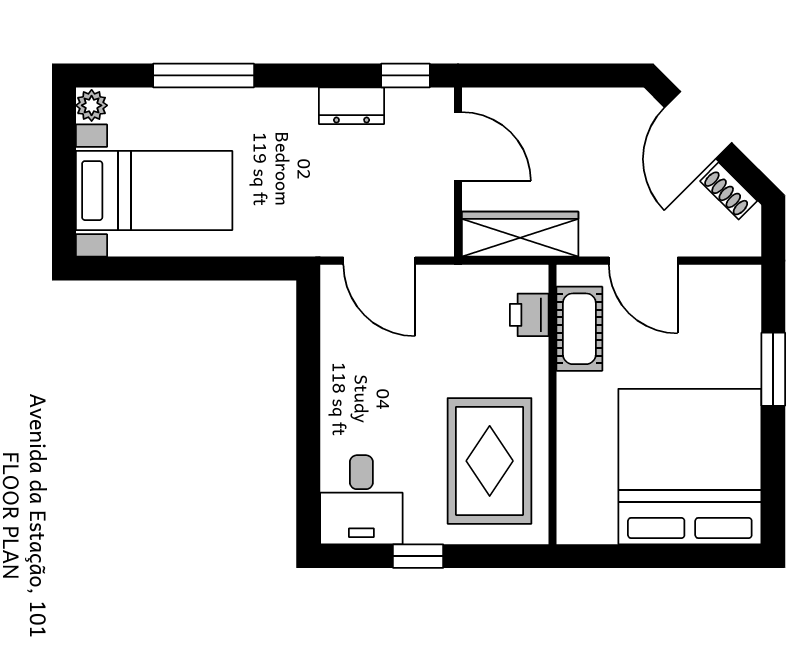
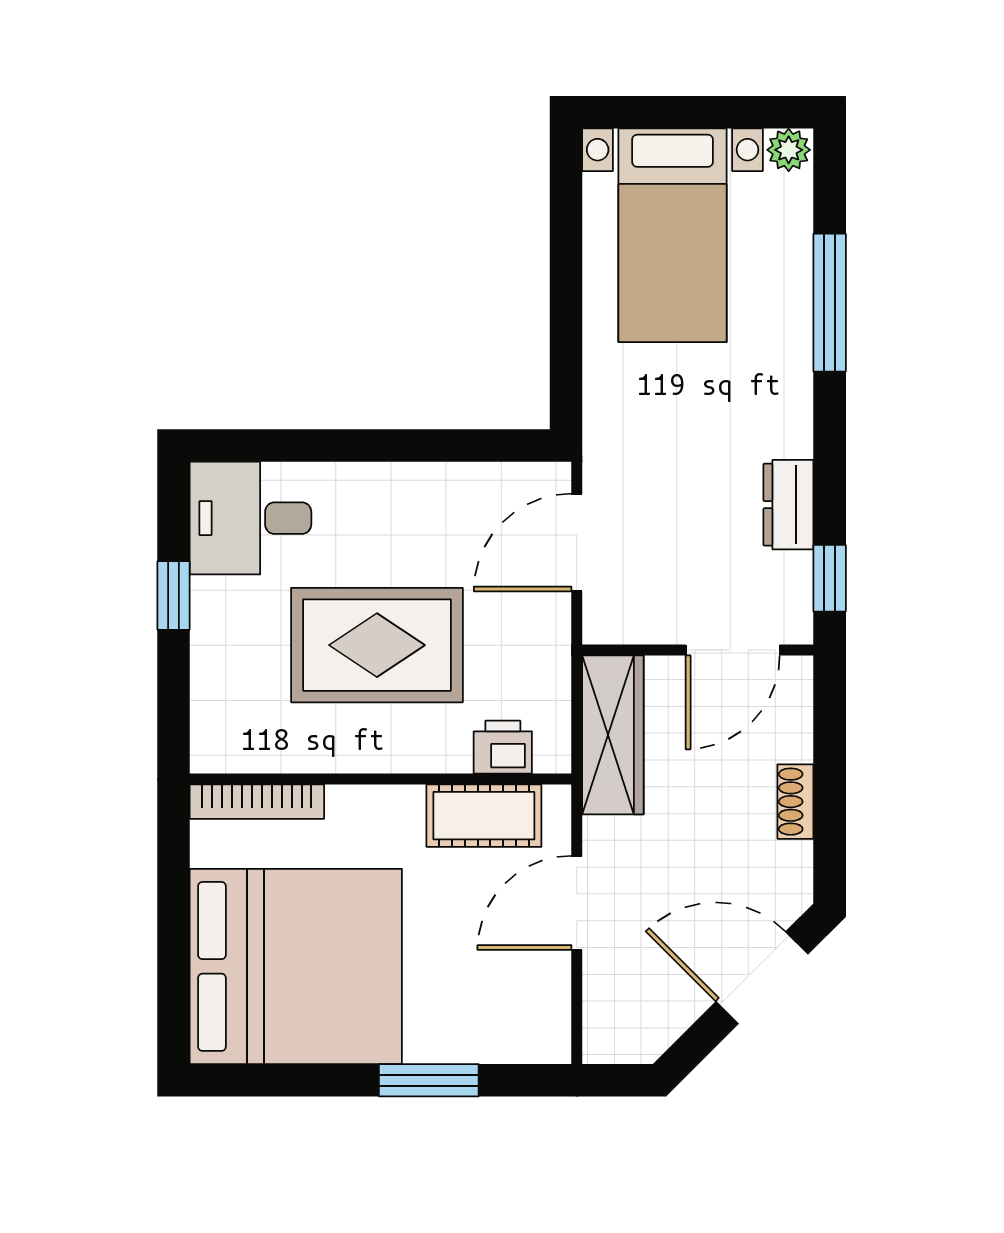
shoe rack: (729, 191) -> (795, 802), moved, turned -45
rug: (490, 461) -> (377, 645), moved
bookcase: (569, 495) -> (257, 802), added

